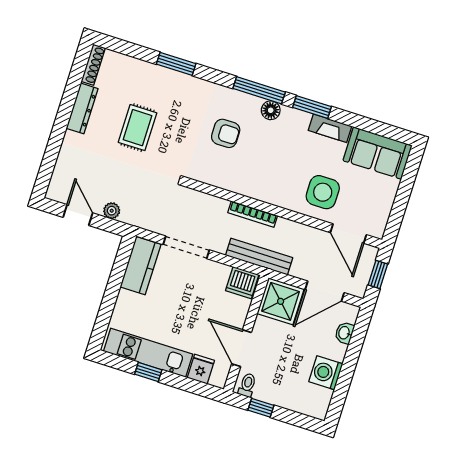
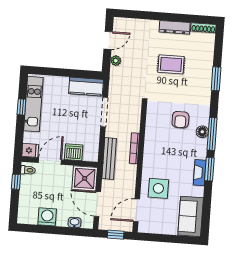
floor lamp: (271, 110) -> (202, 132), moved
fireplace: (330, 128) -> (200, 173), moved
dishwasher: (242, 283) -> (74, 152), moved, turned 90
fridge: (201, 369) -> (30, 150), moved

